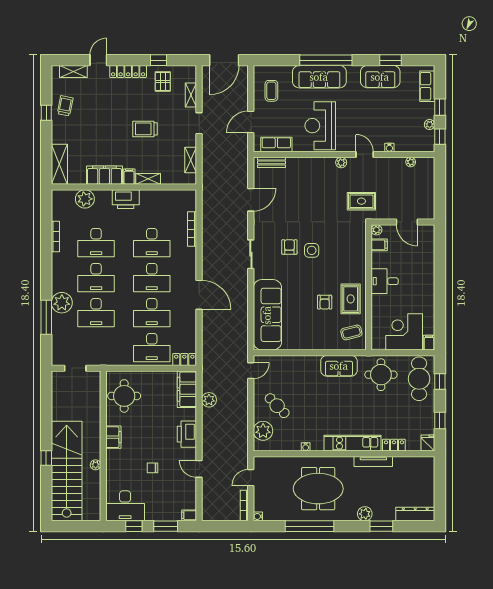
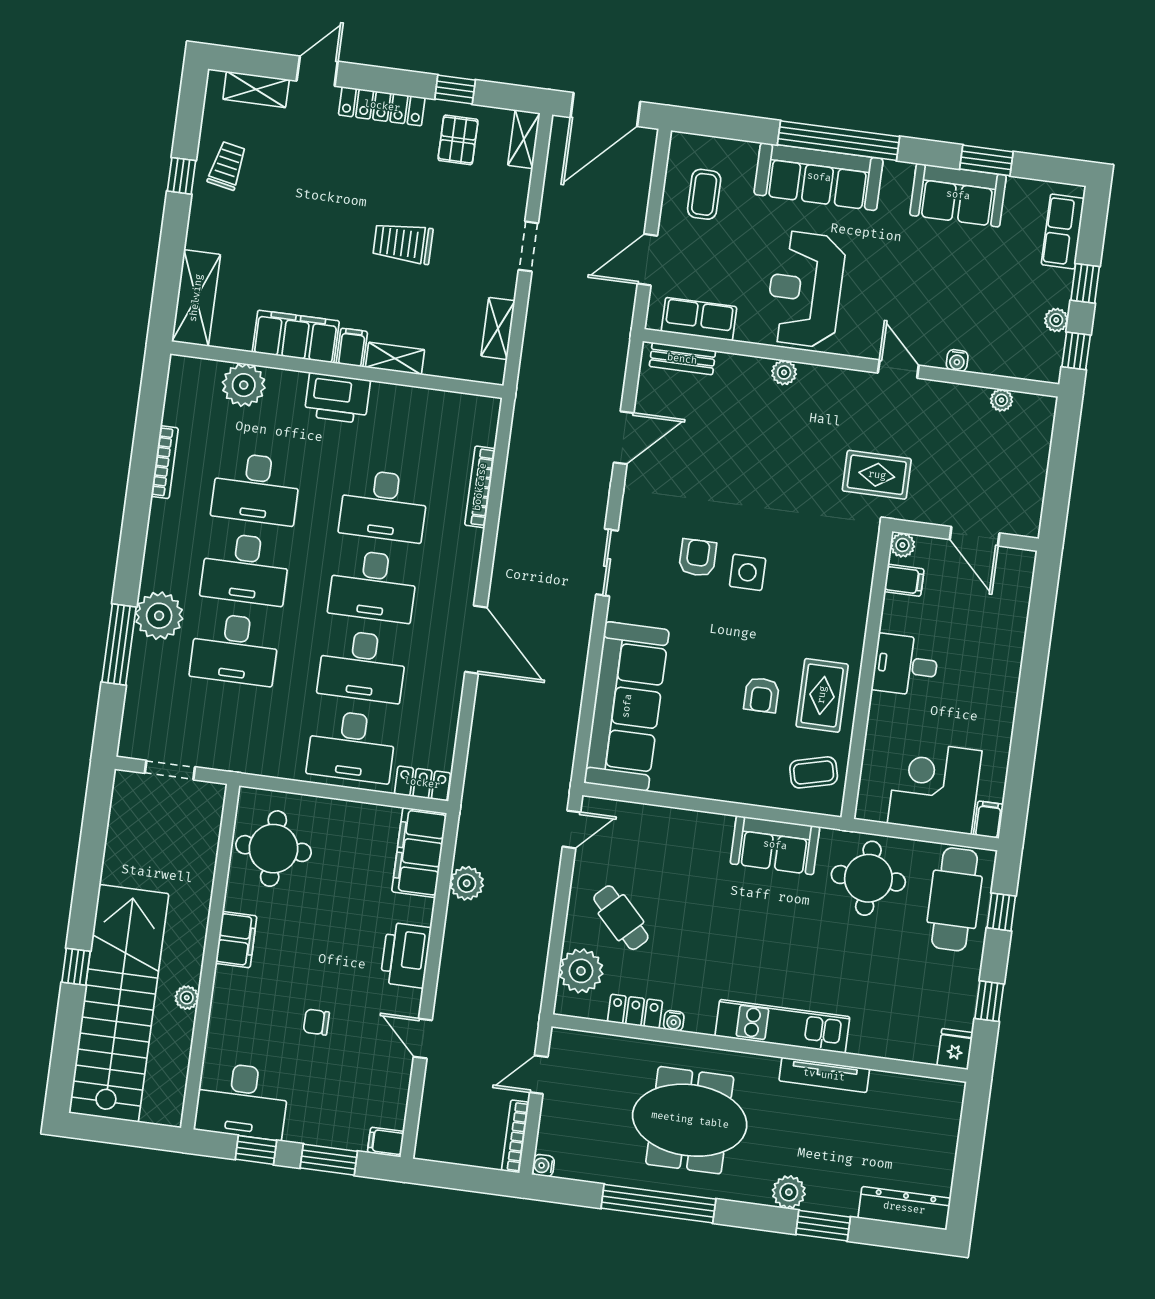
shelving: (191, 95) -> (524, 139), moved
plant: (341, 163) -> (784, 372), moved
locker: (394, 445) -> (635, 1011), moved

